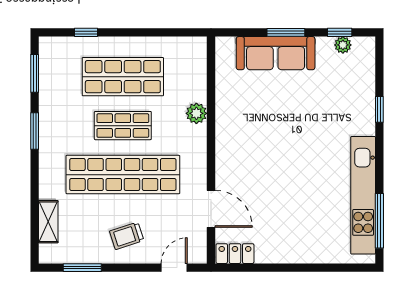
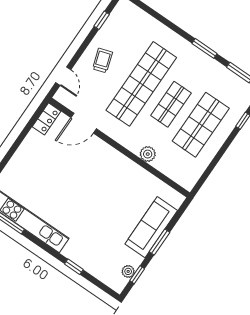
shelving: (48, 222) -> (144, 19), removed
window: (82, 268) -> (102, 20), width x0.67

